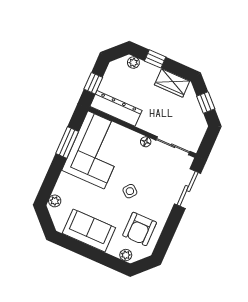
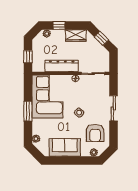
dresser: (116, 108) -> (62, 66), moved
window: (67, 142) -> (28, 111), moved
sliding door: (188, 189) -> (113, 108), moved

